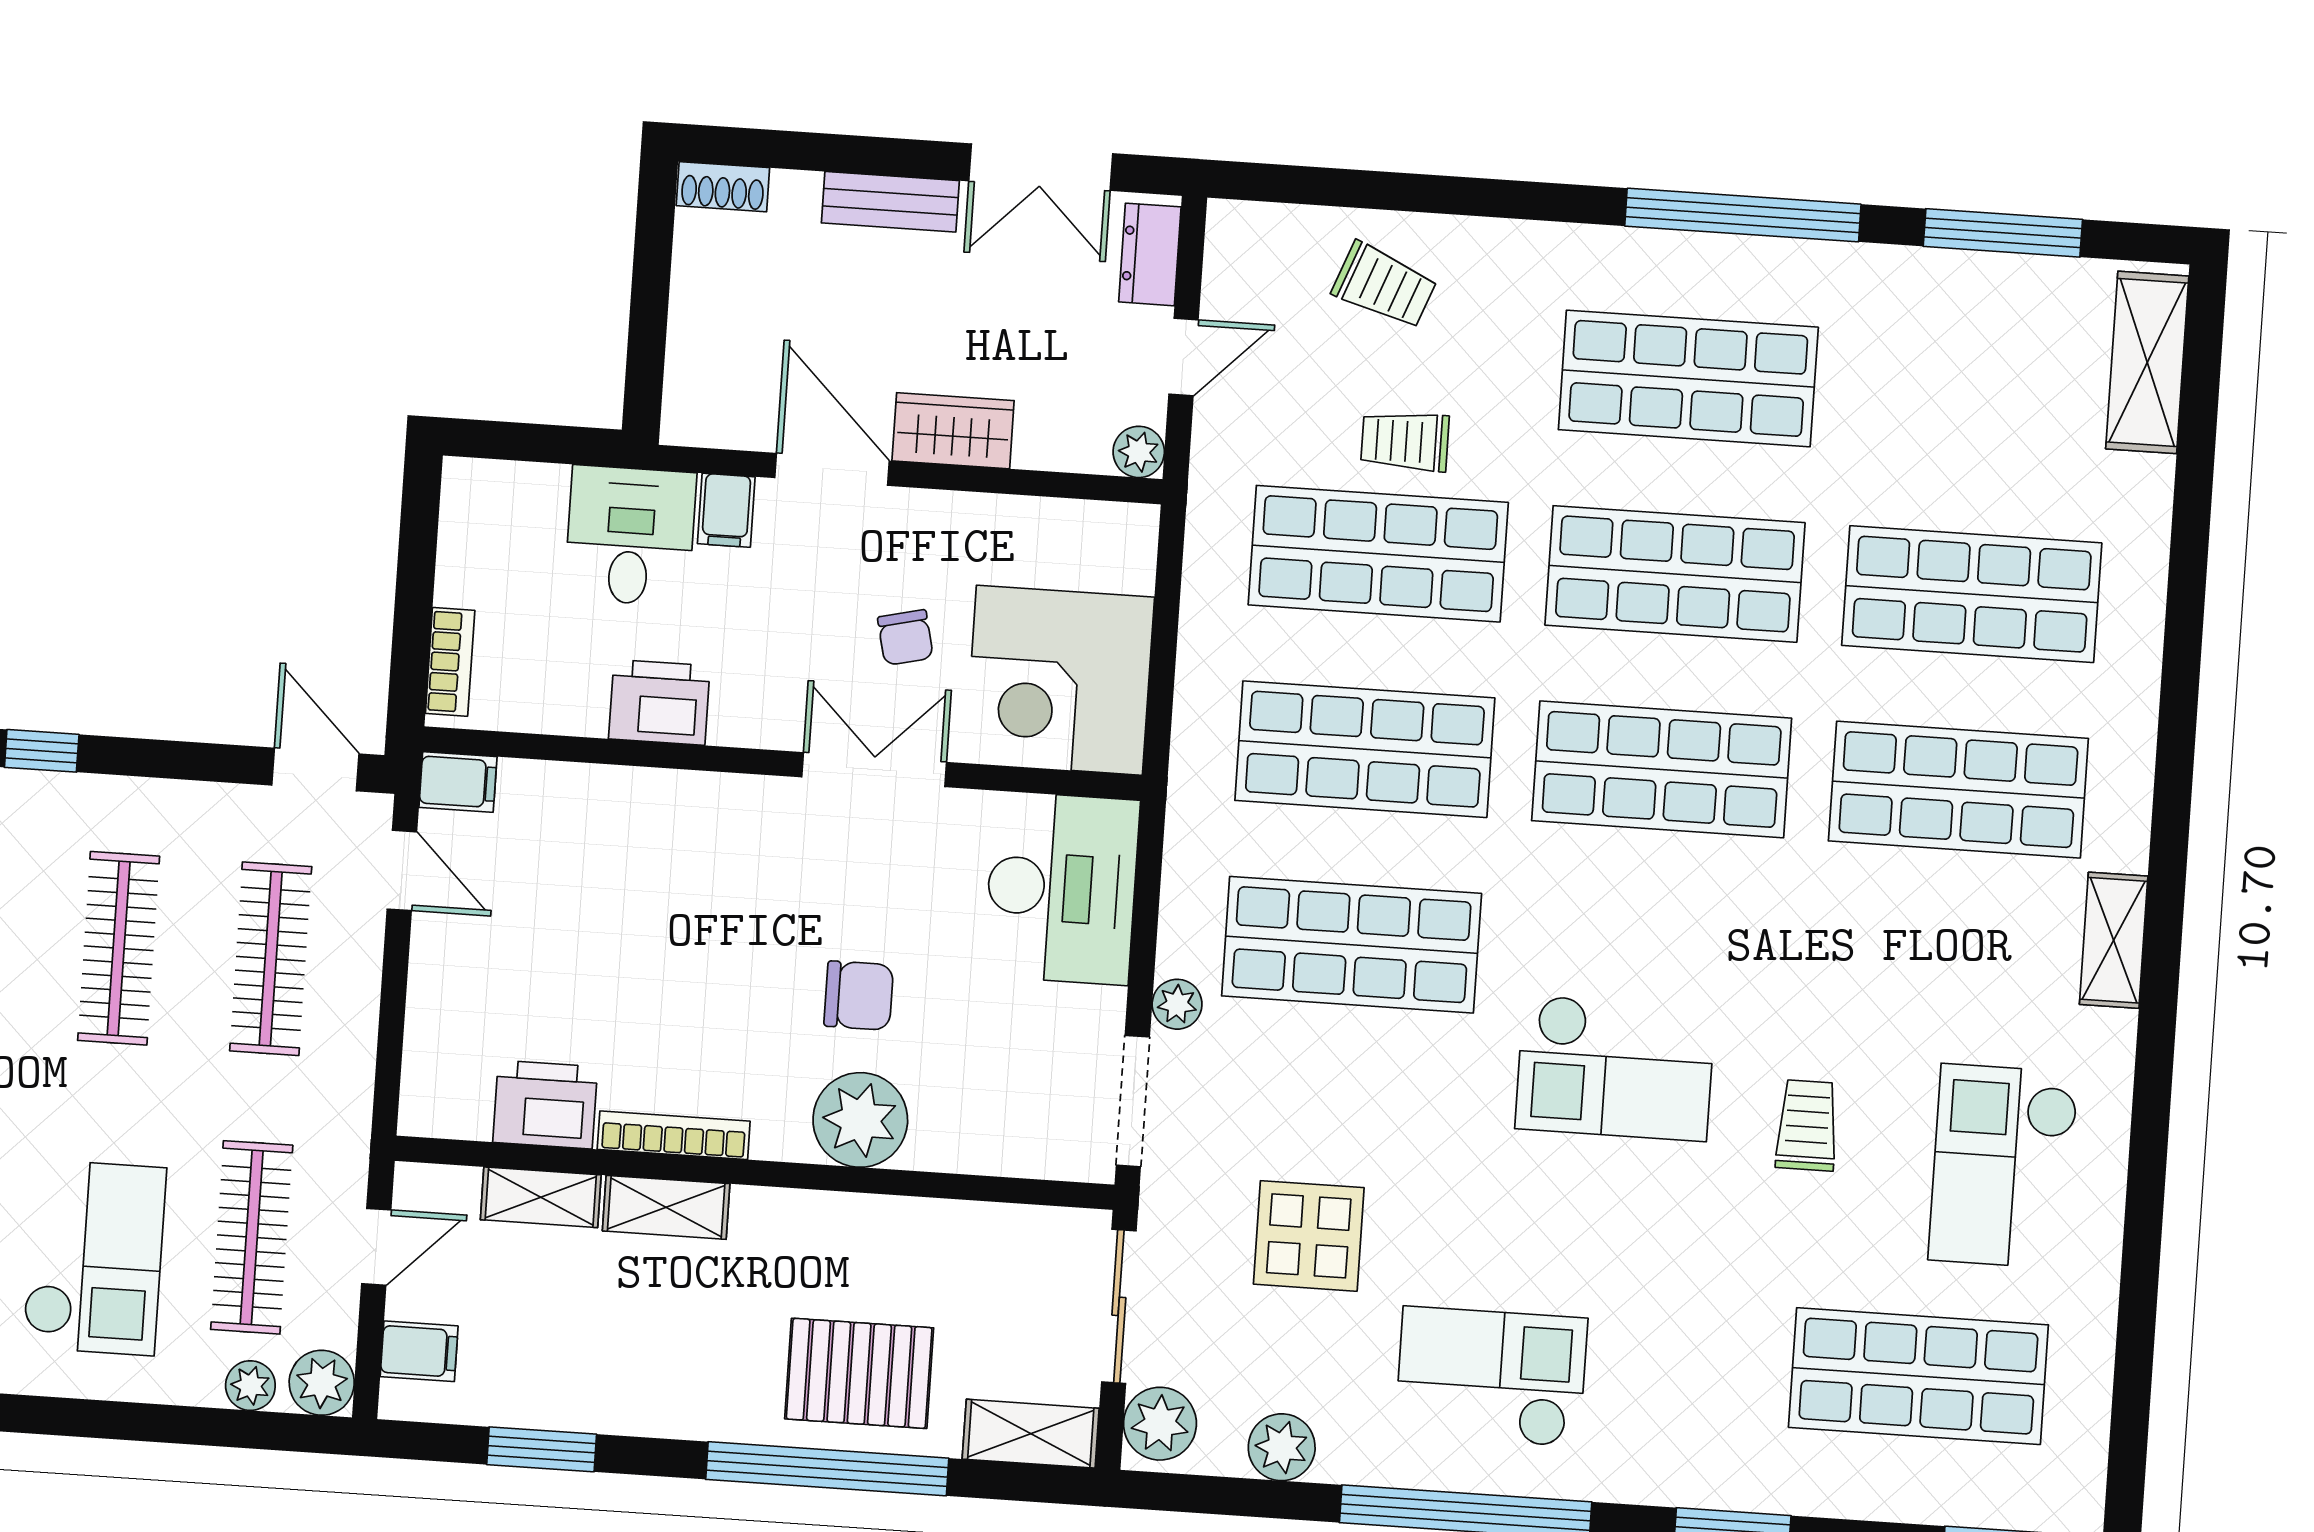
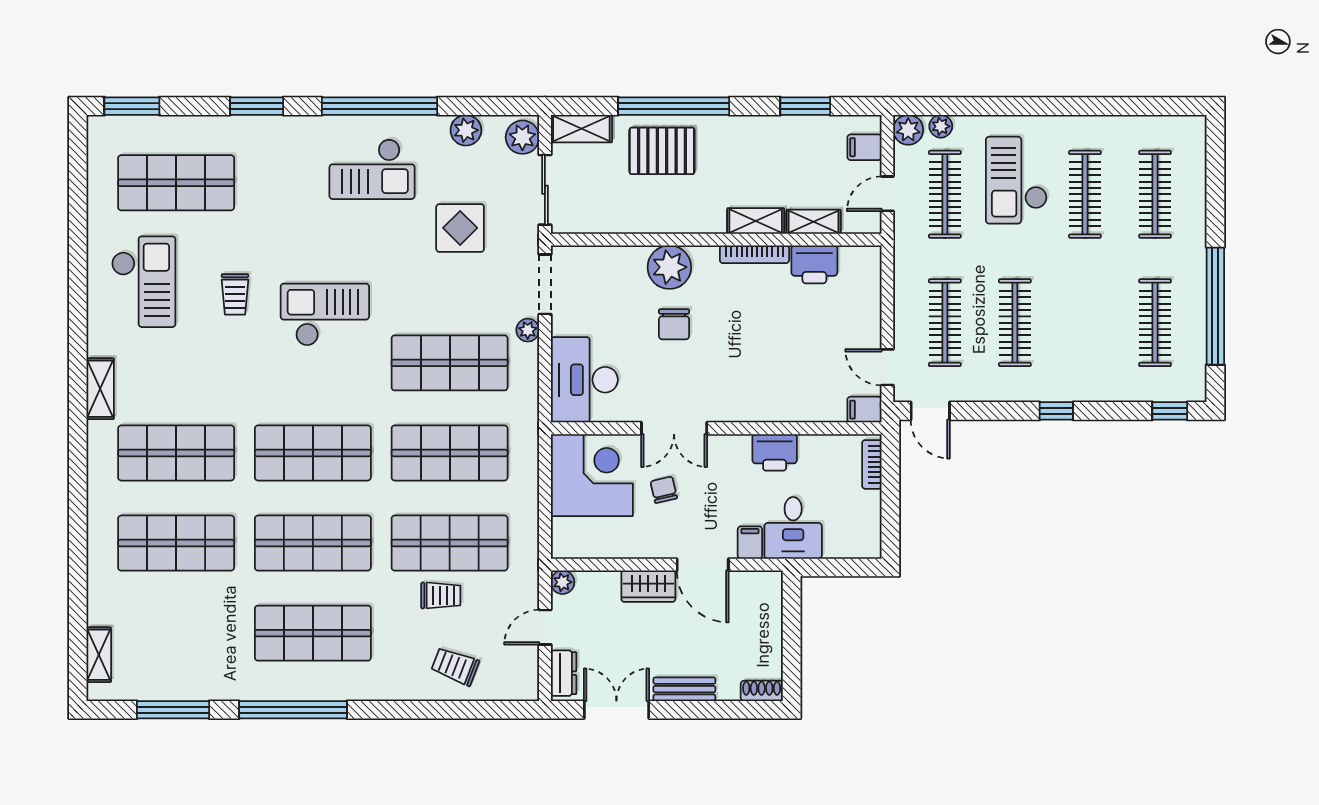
shelving: (2147, 362) -> (99, 655), width x0.67, depth x0.75
chair: (859, 996) -> (674, 324), turned -90

